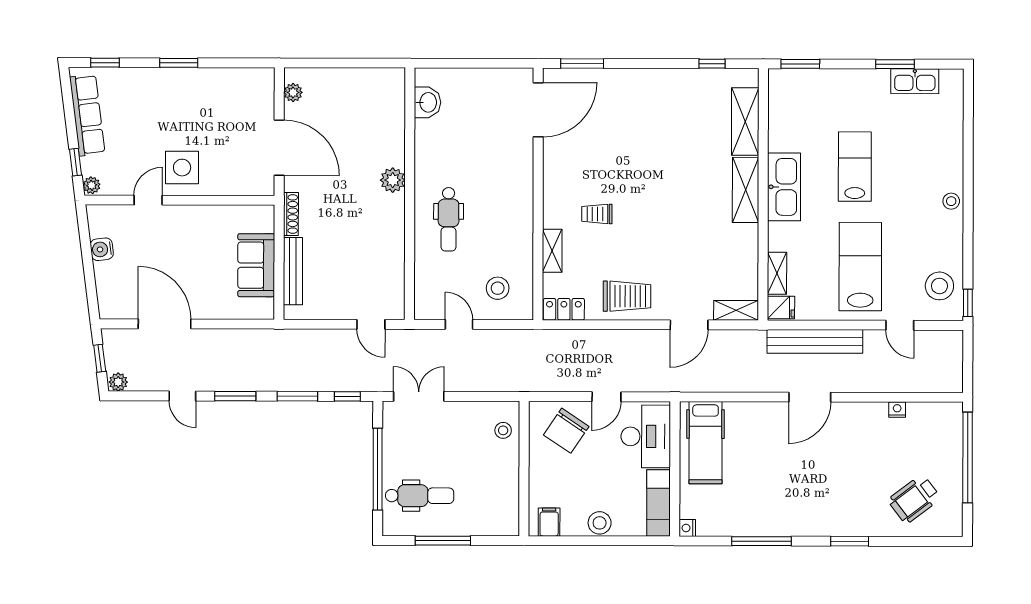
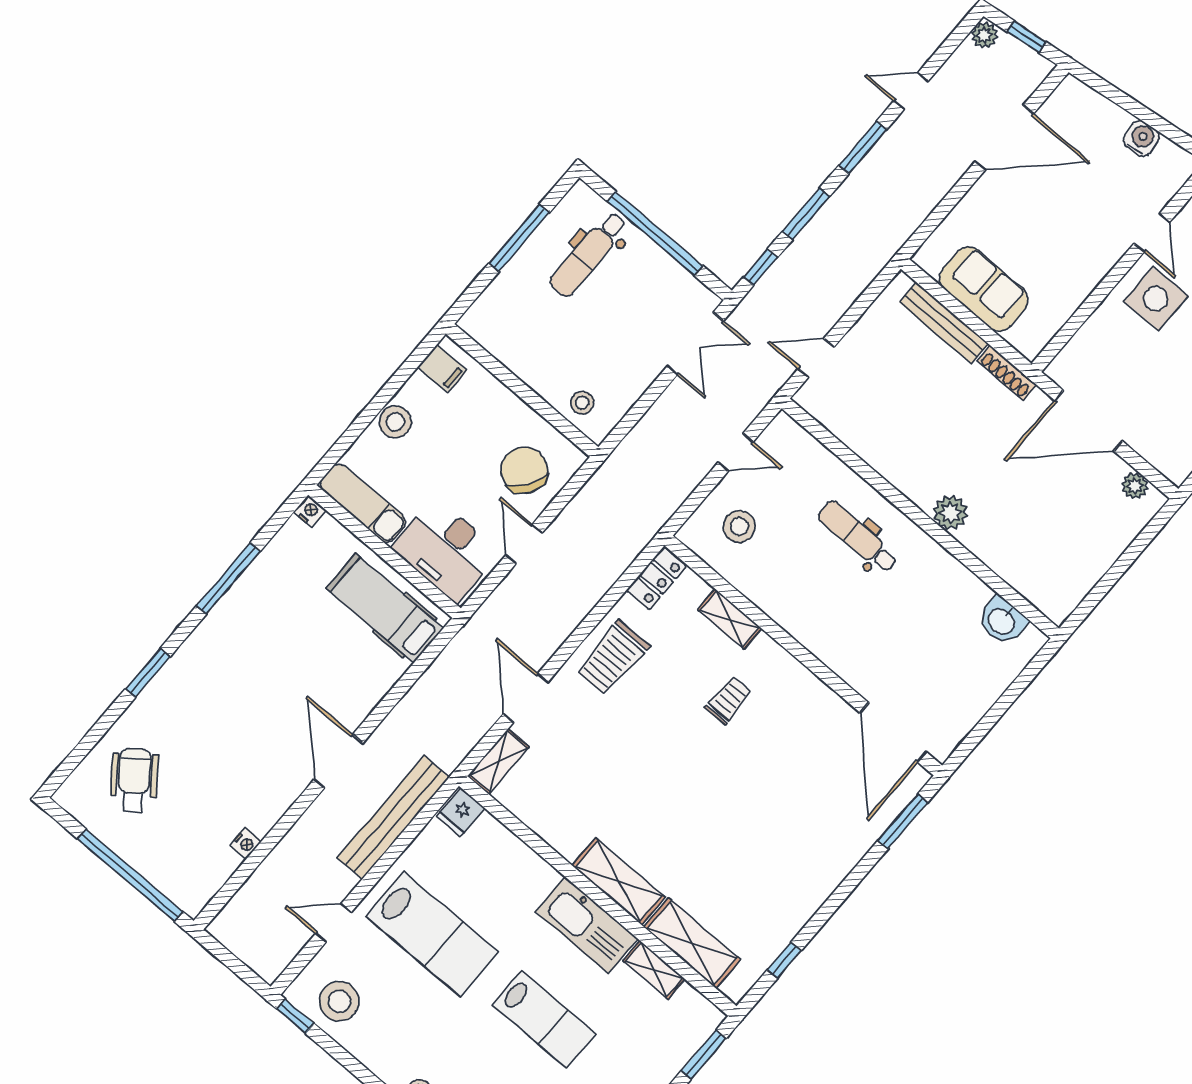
shelving: (777, 273) -> (654, 970), moved

